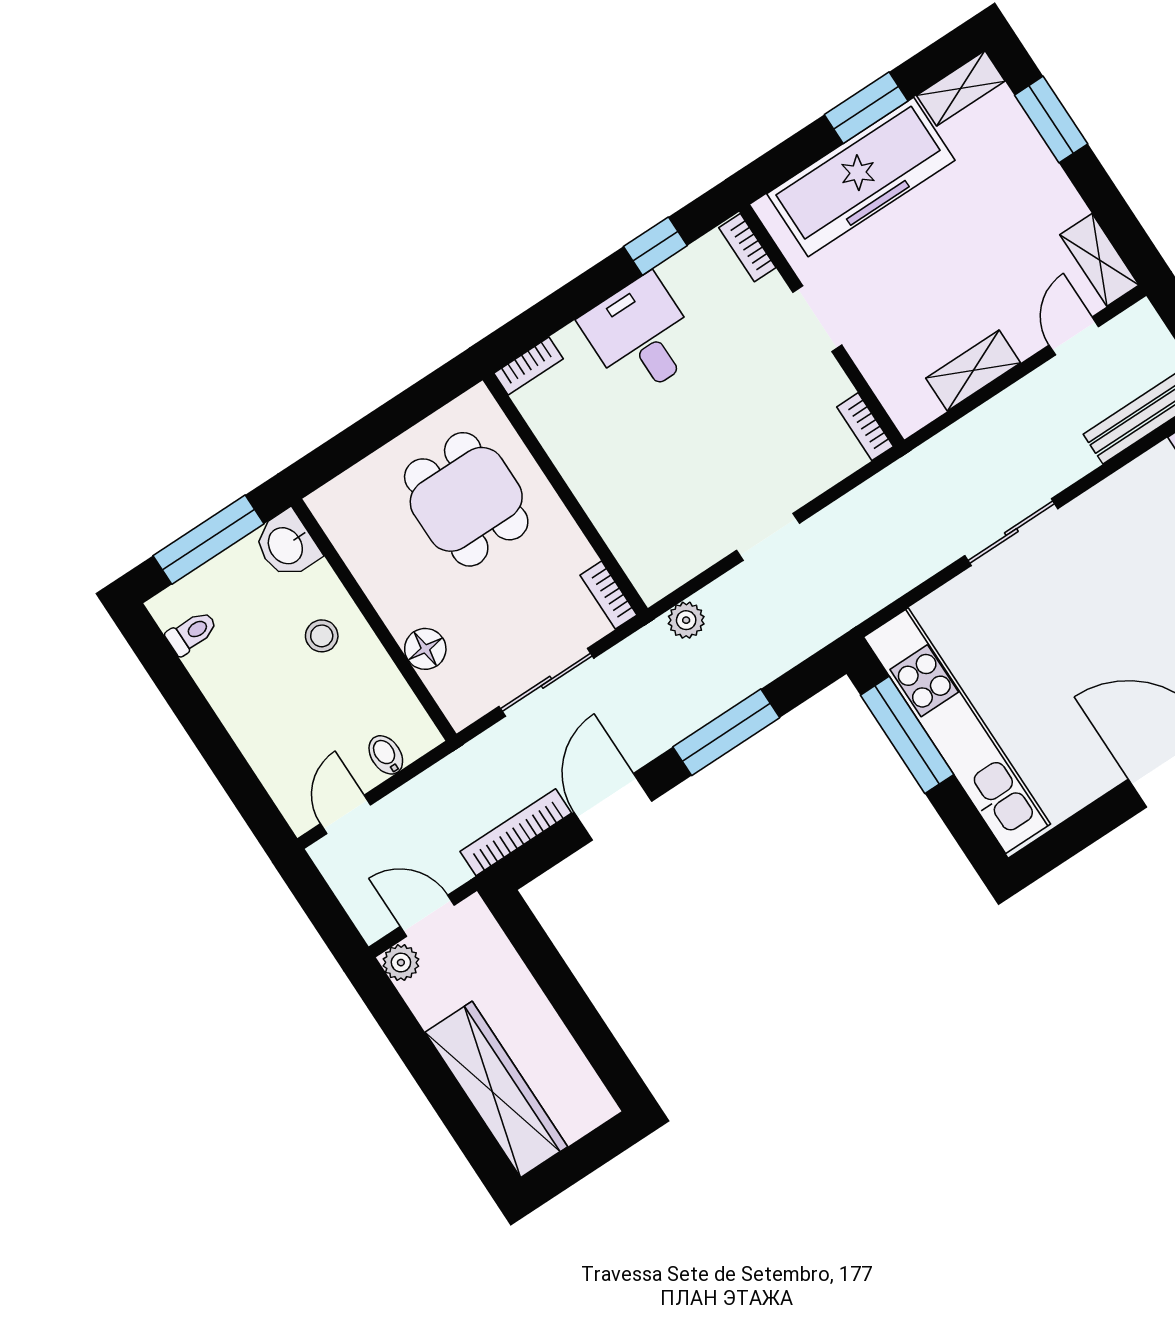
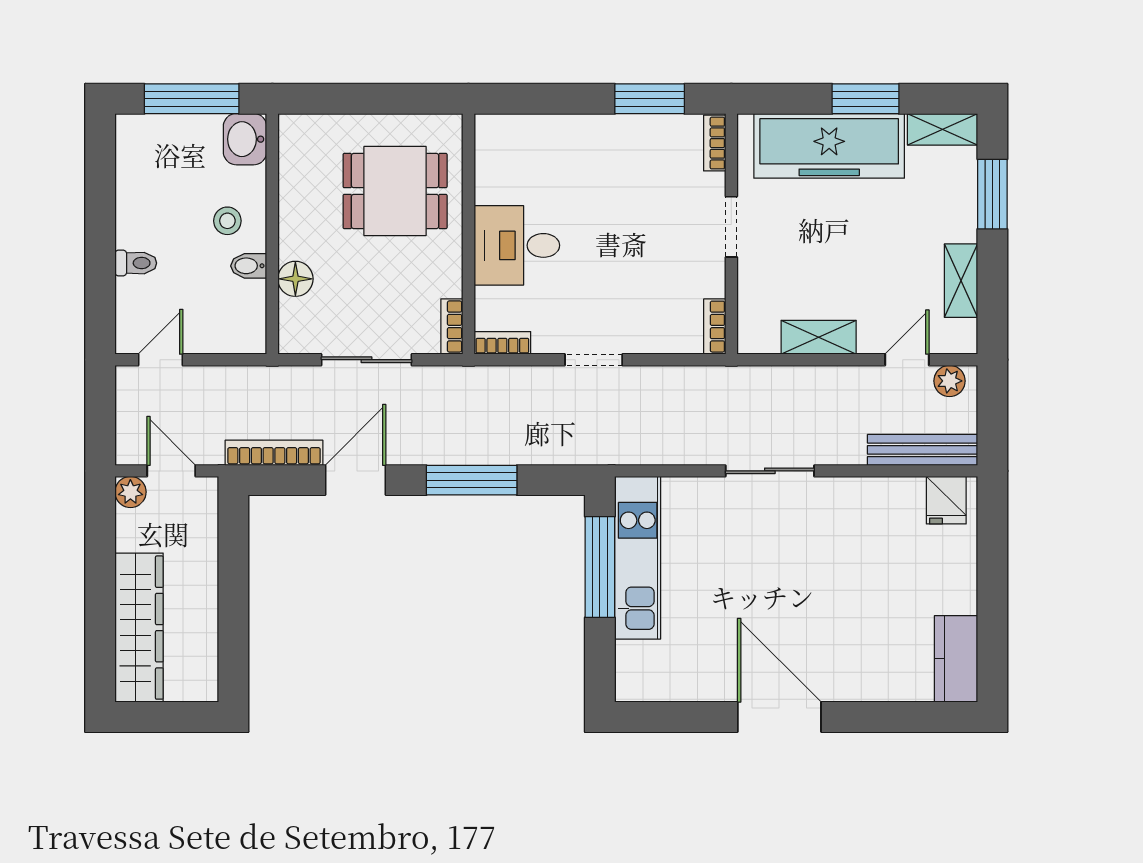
window: (655, 246) -> (650, 99), width x1.50
shelving: (1099, 260) -> (961, 281), moved
desk: (641, 336) -> (517, 245), moved, turned -90
bookcase: (529, 366) -> (502, 343), moved, turned 180
dining table: (466, 499) -> (395, 191), turned 90
plant: (686, 620) -> (949, 381), moved
toilet: (192, 633) -> (136, 263), moved
kitchen unit: (957, 731) -> (638, 558), width x0.73
bidet: (386, 755) -> (249, 266), moved, turned -90

